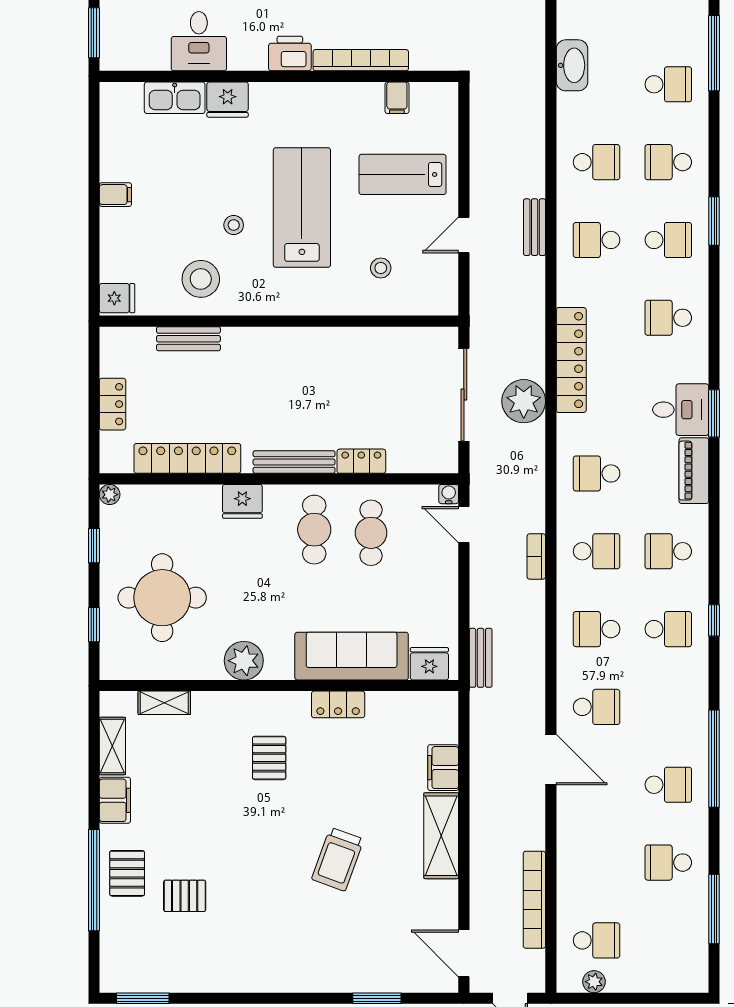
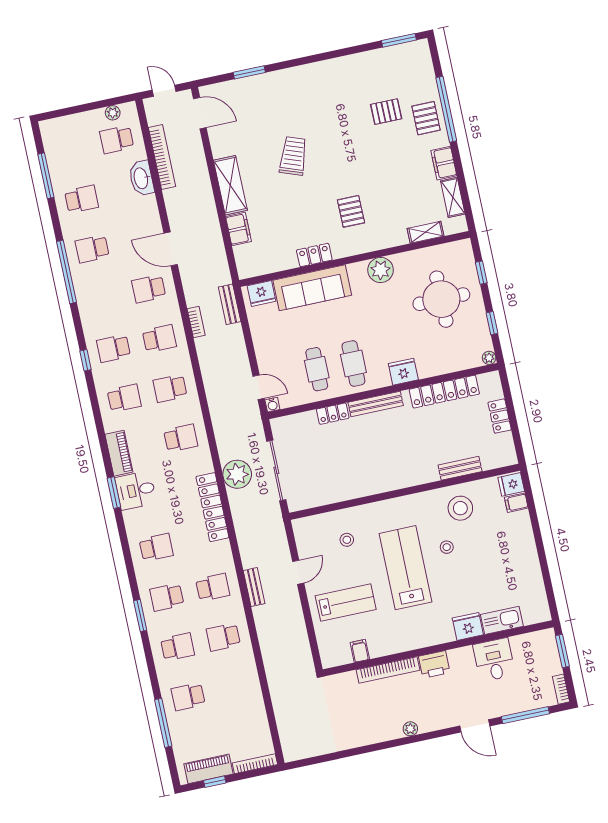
washbasin: (572, 65) -> (141, 178), moved
filing cabinet: (115, 195) -> (516, 503), moved
lab bench: (302, 208) -> (405, 568), turned 180
bookcase: (536, 556) -> (196, 322), moved

